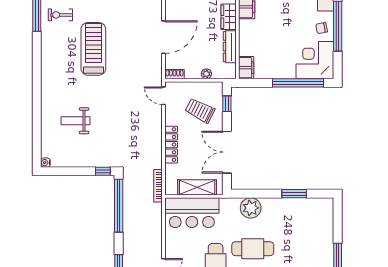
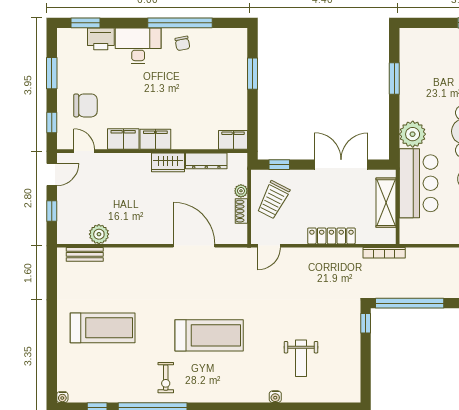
treadmill: (93, 49) -> (209, 335), turned 180
corner desk: (315, 60) -> (223, 52), removed
shoe rack: (174, 74) -> (241, 211), moved
window: (298, 83) -> (253, 74), width x0.47
trolley: (200, 111) -> (273, 200), moved
double door: (227, 152) -> (341, 165), swing flipped
water cooler: (45, 163) -> (275, 397), moved
bar counter: (192, 213) -> (419, 183), moved

